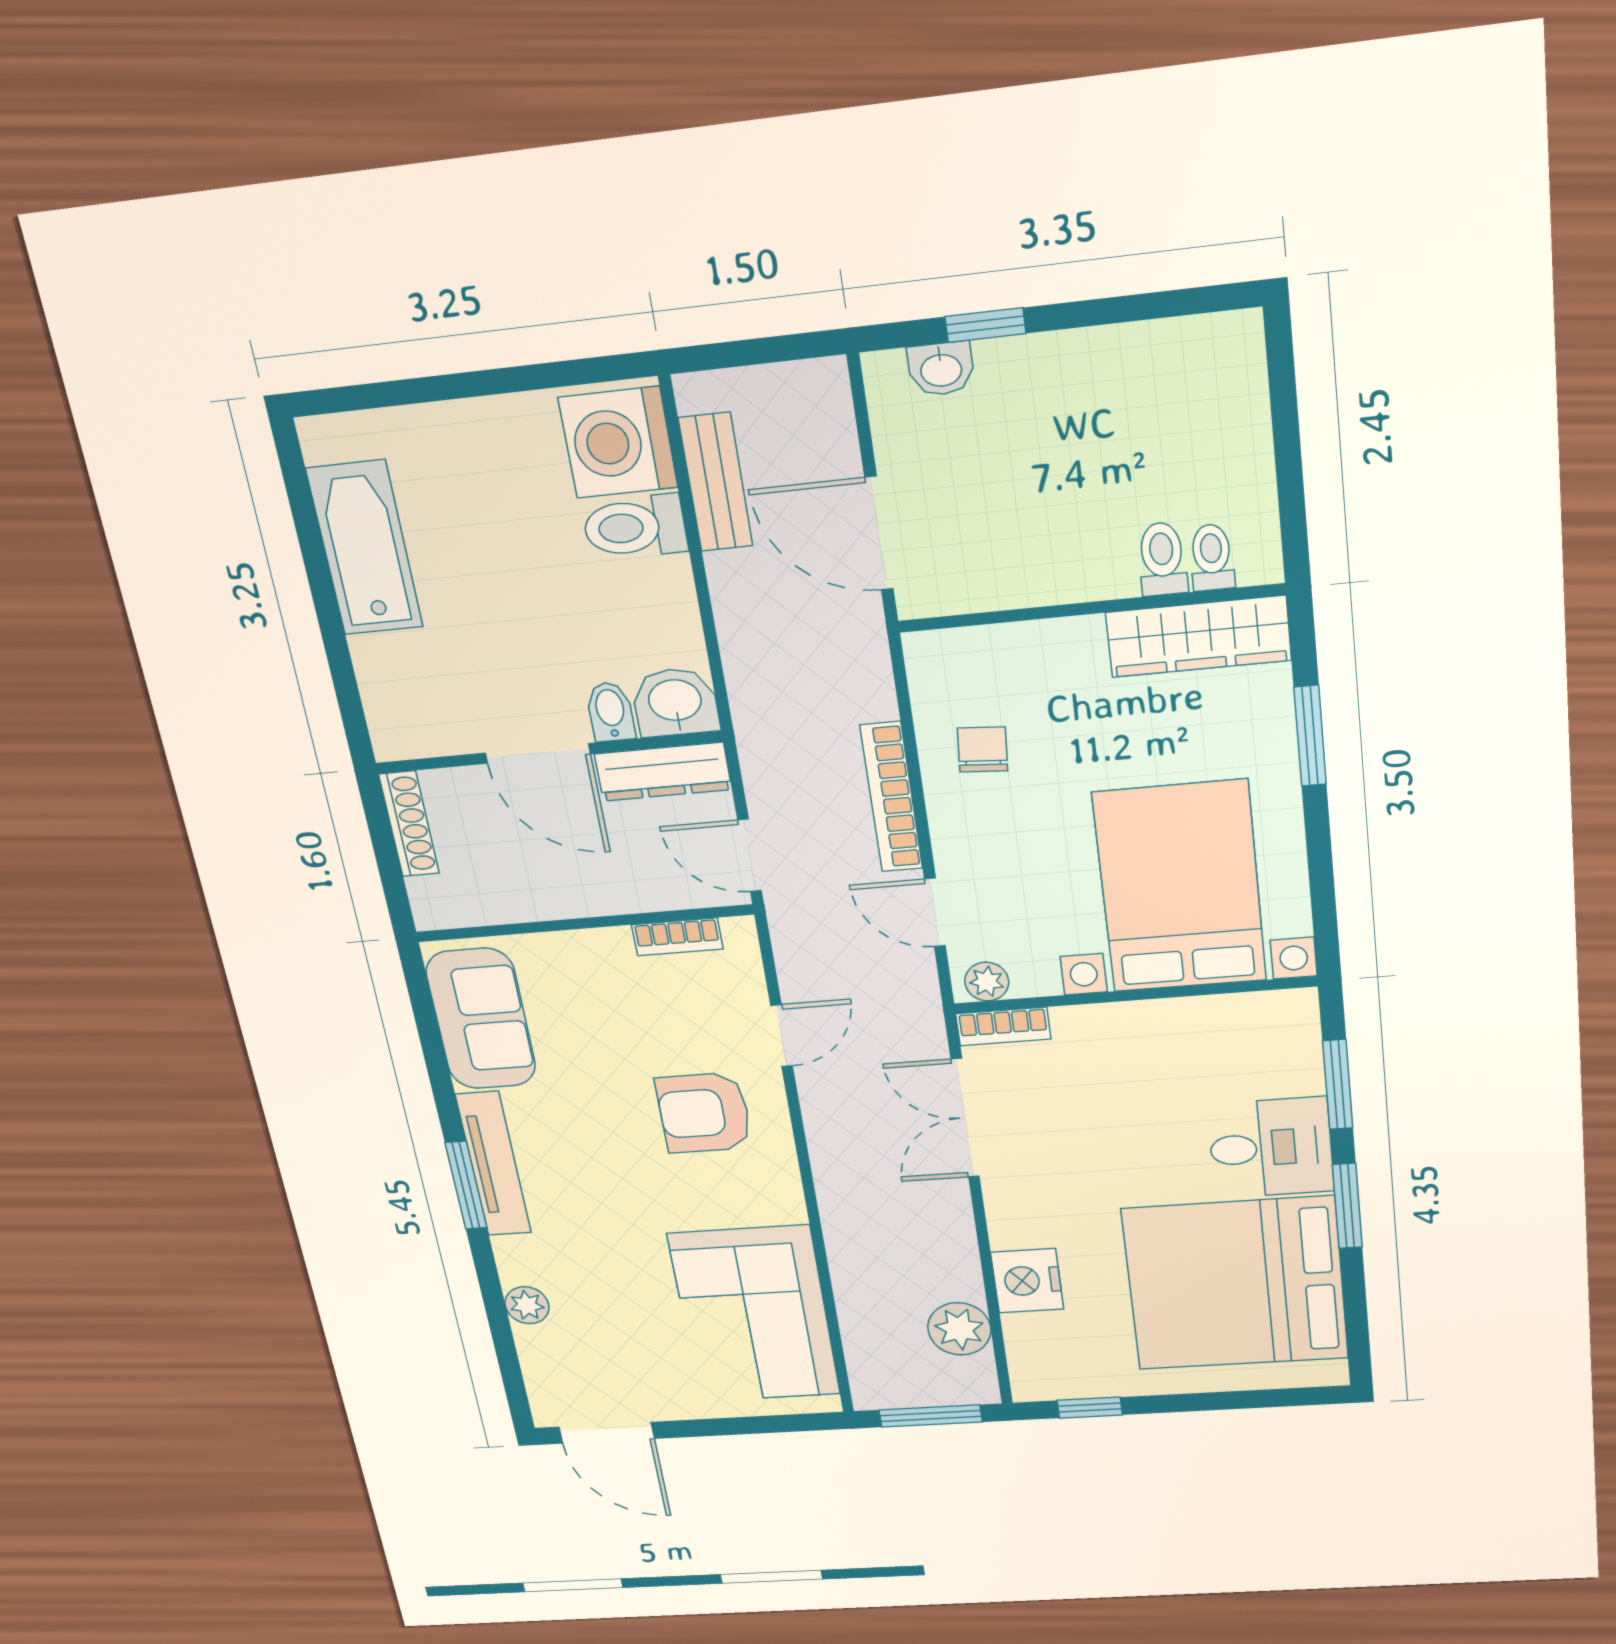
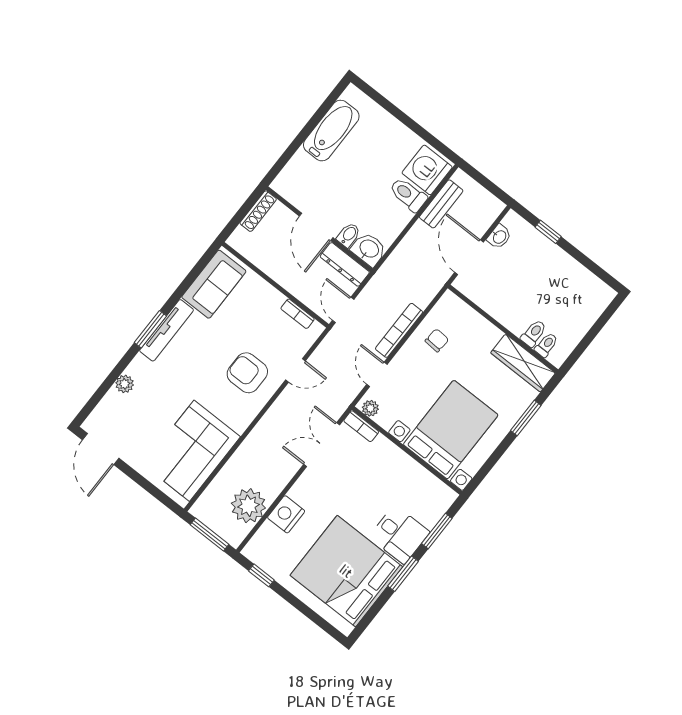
washbasin: (941, 369) -> (499, 237), moved, turned -90
plant: (959, 1329) -> (248, 506), width x1.36, depth x1.36

